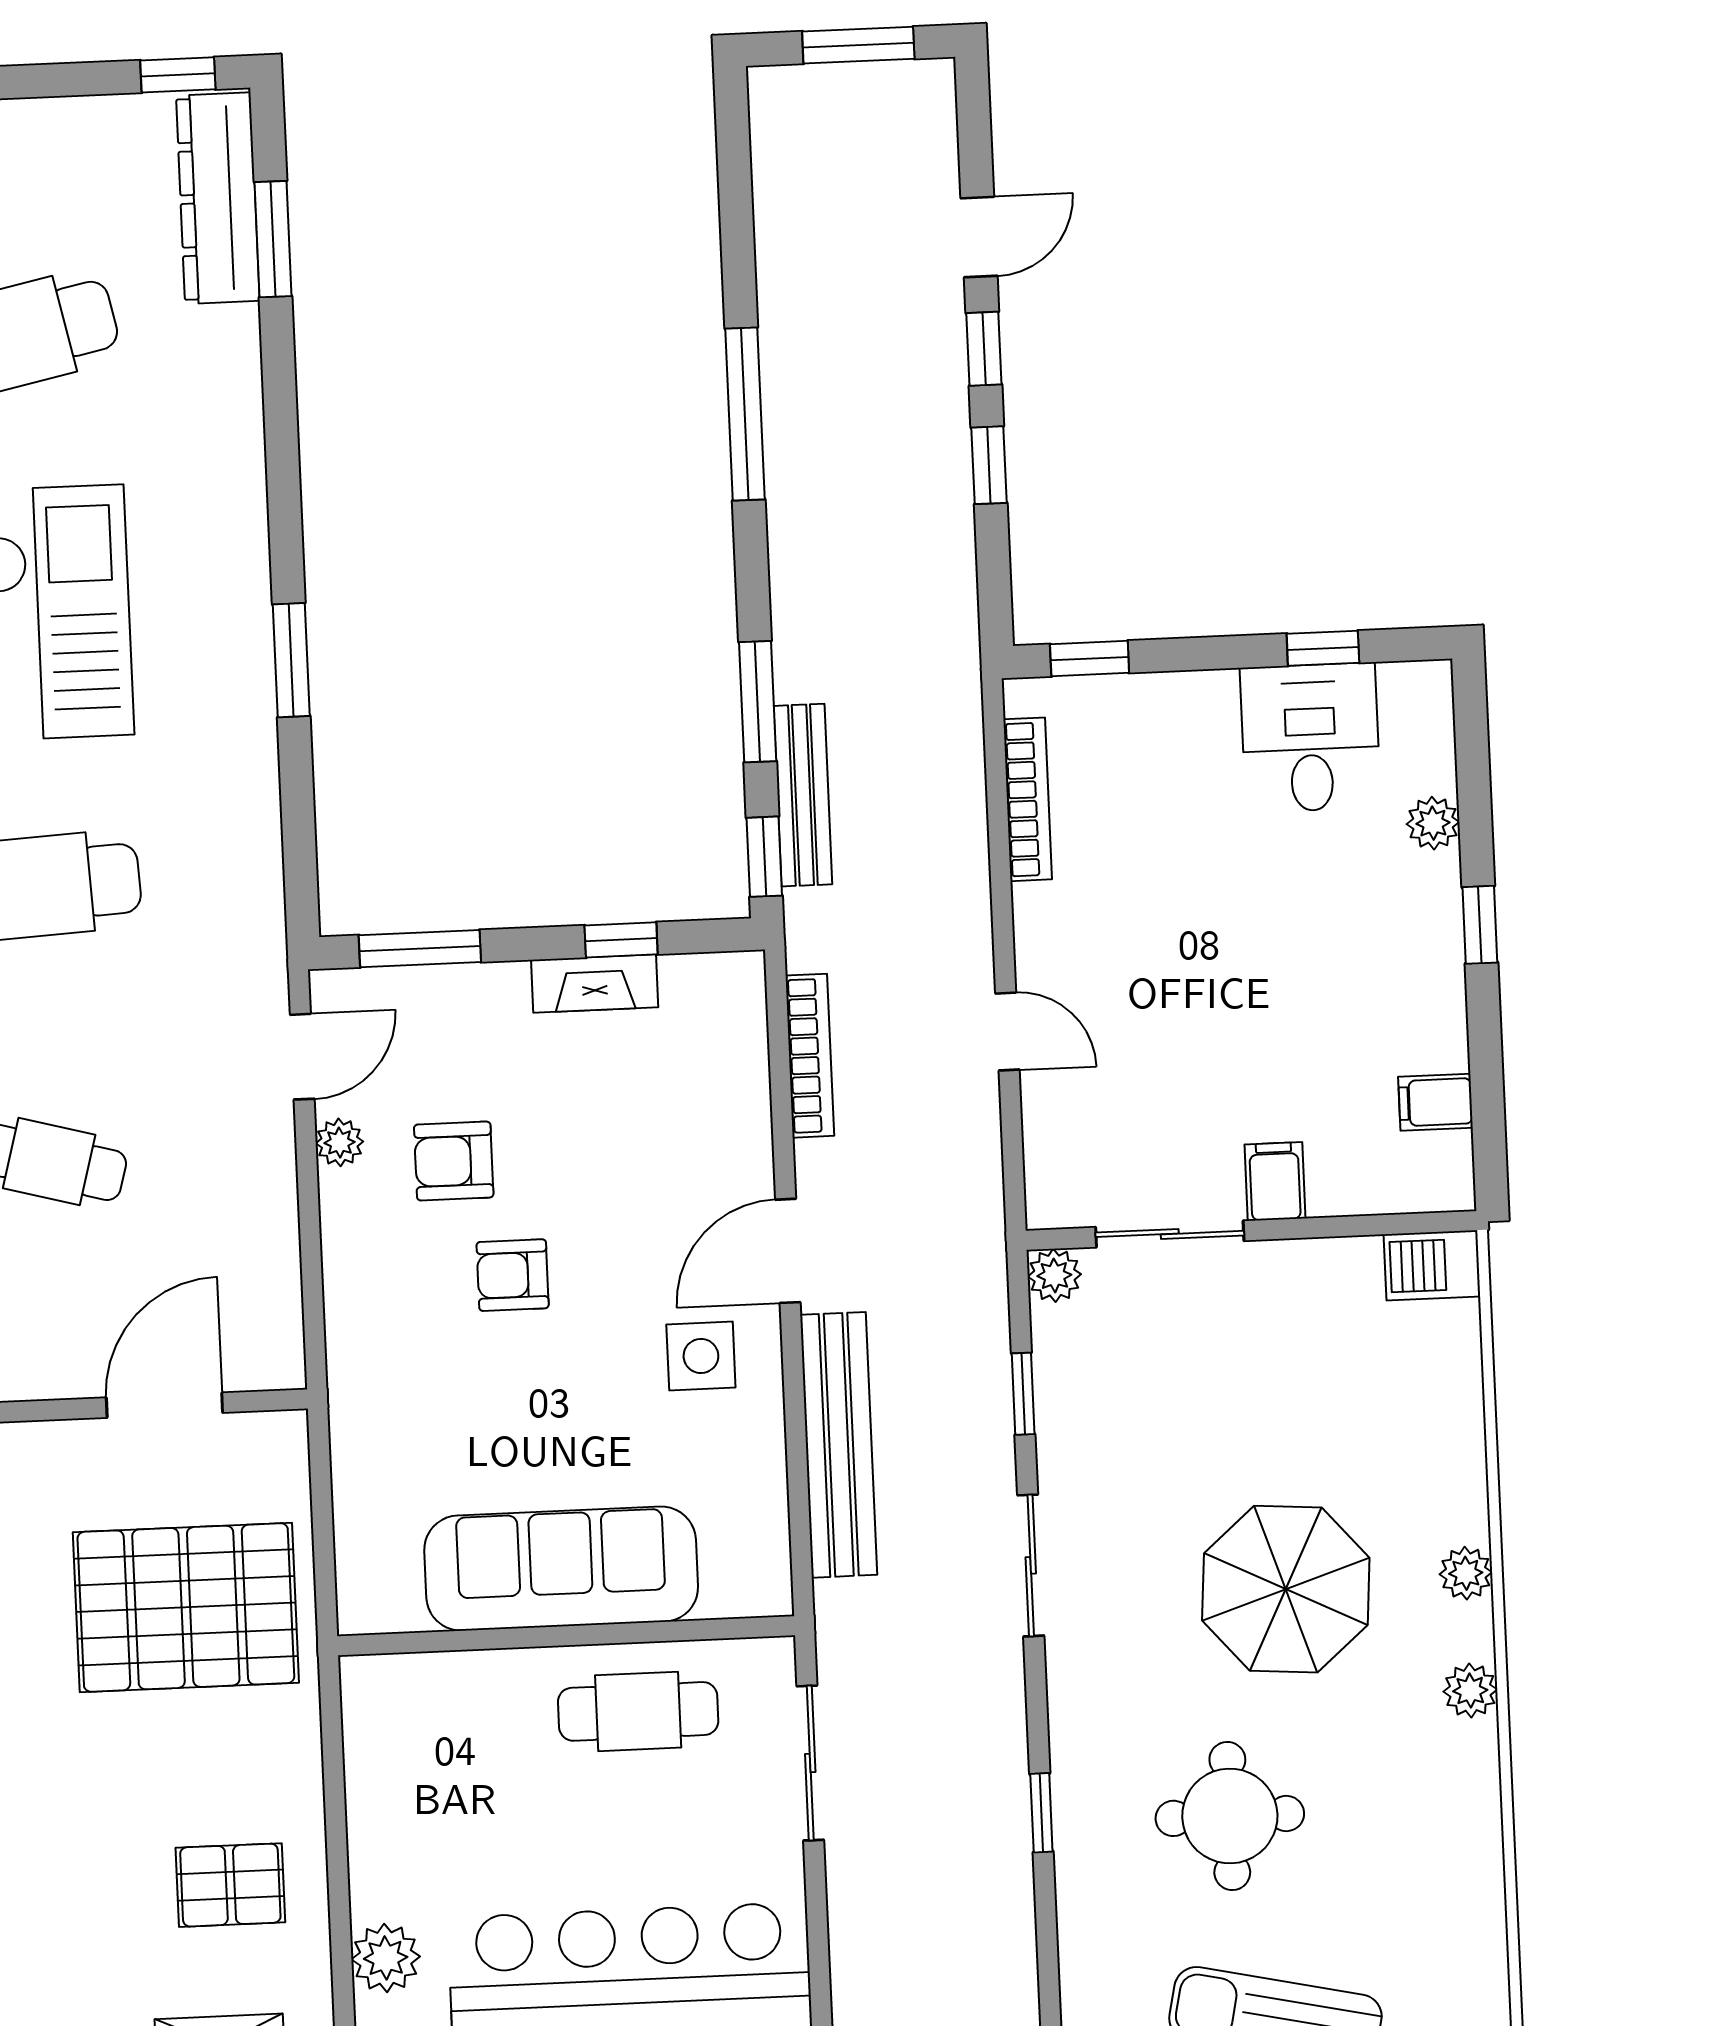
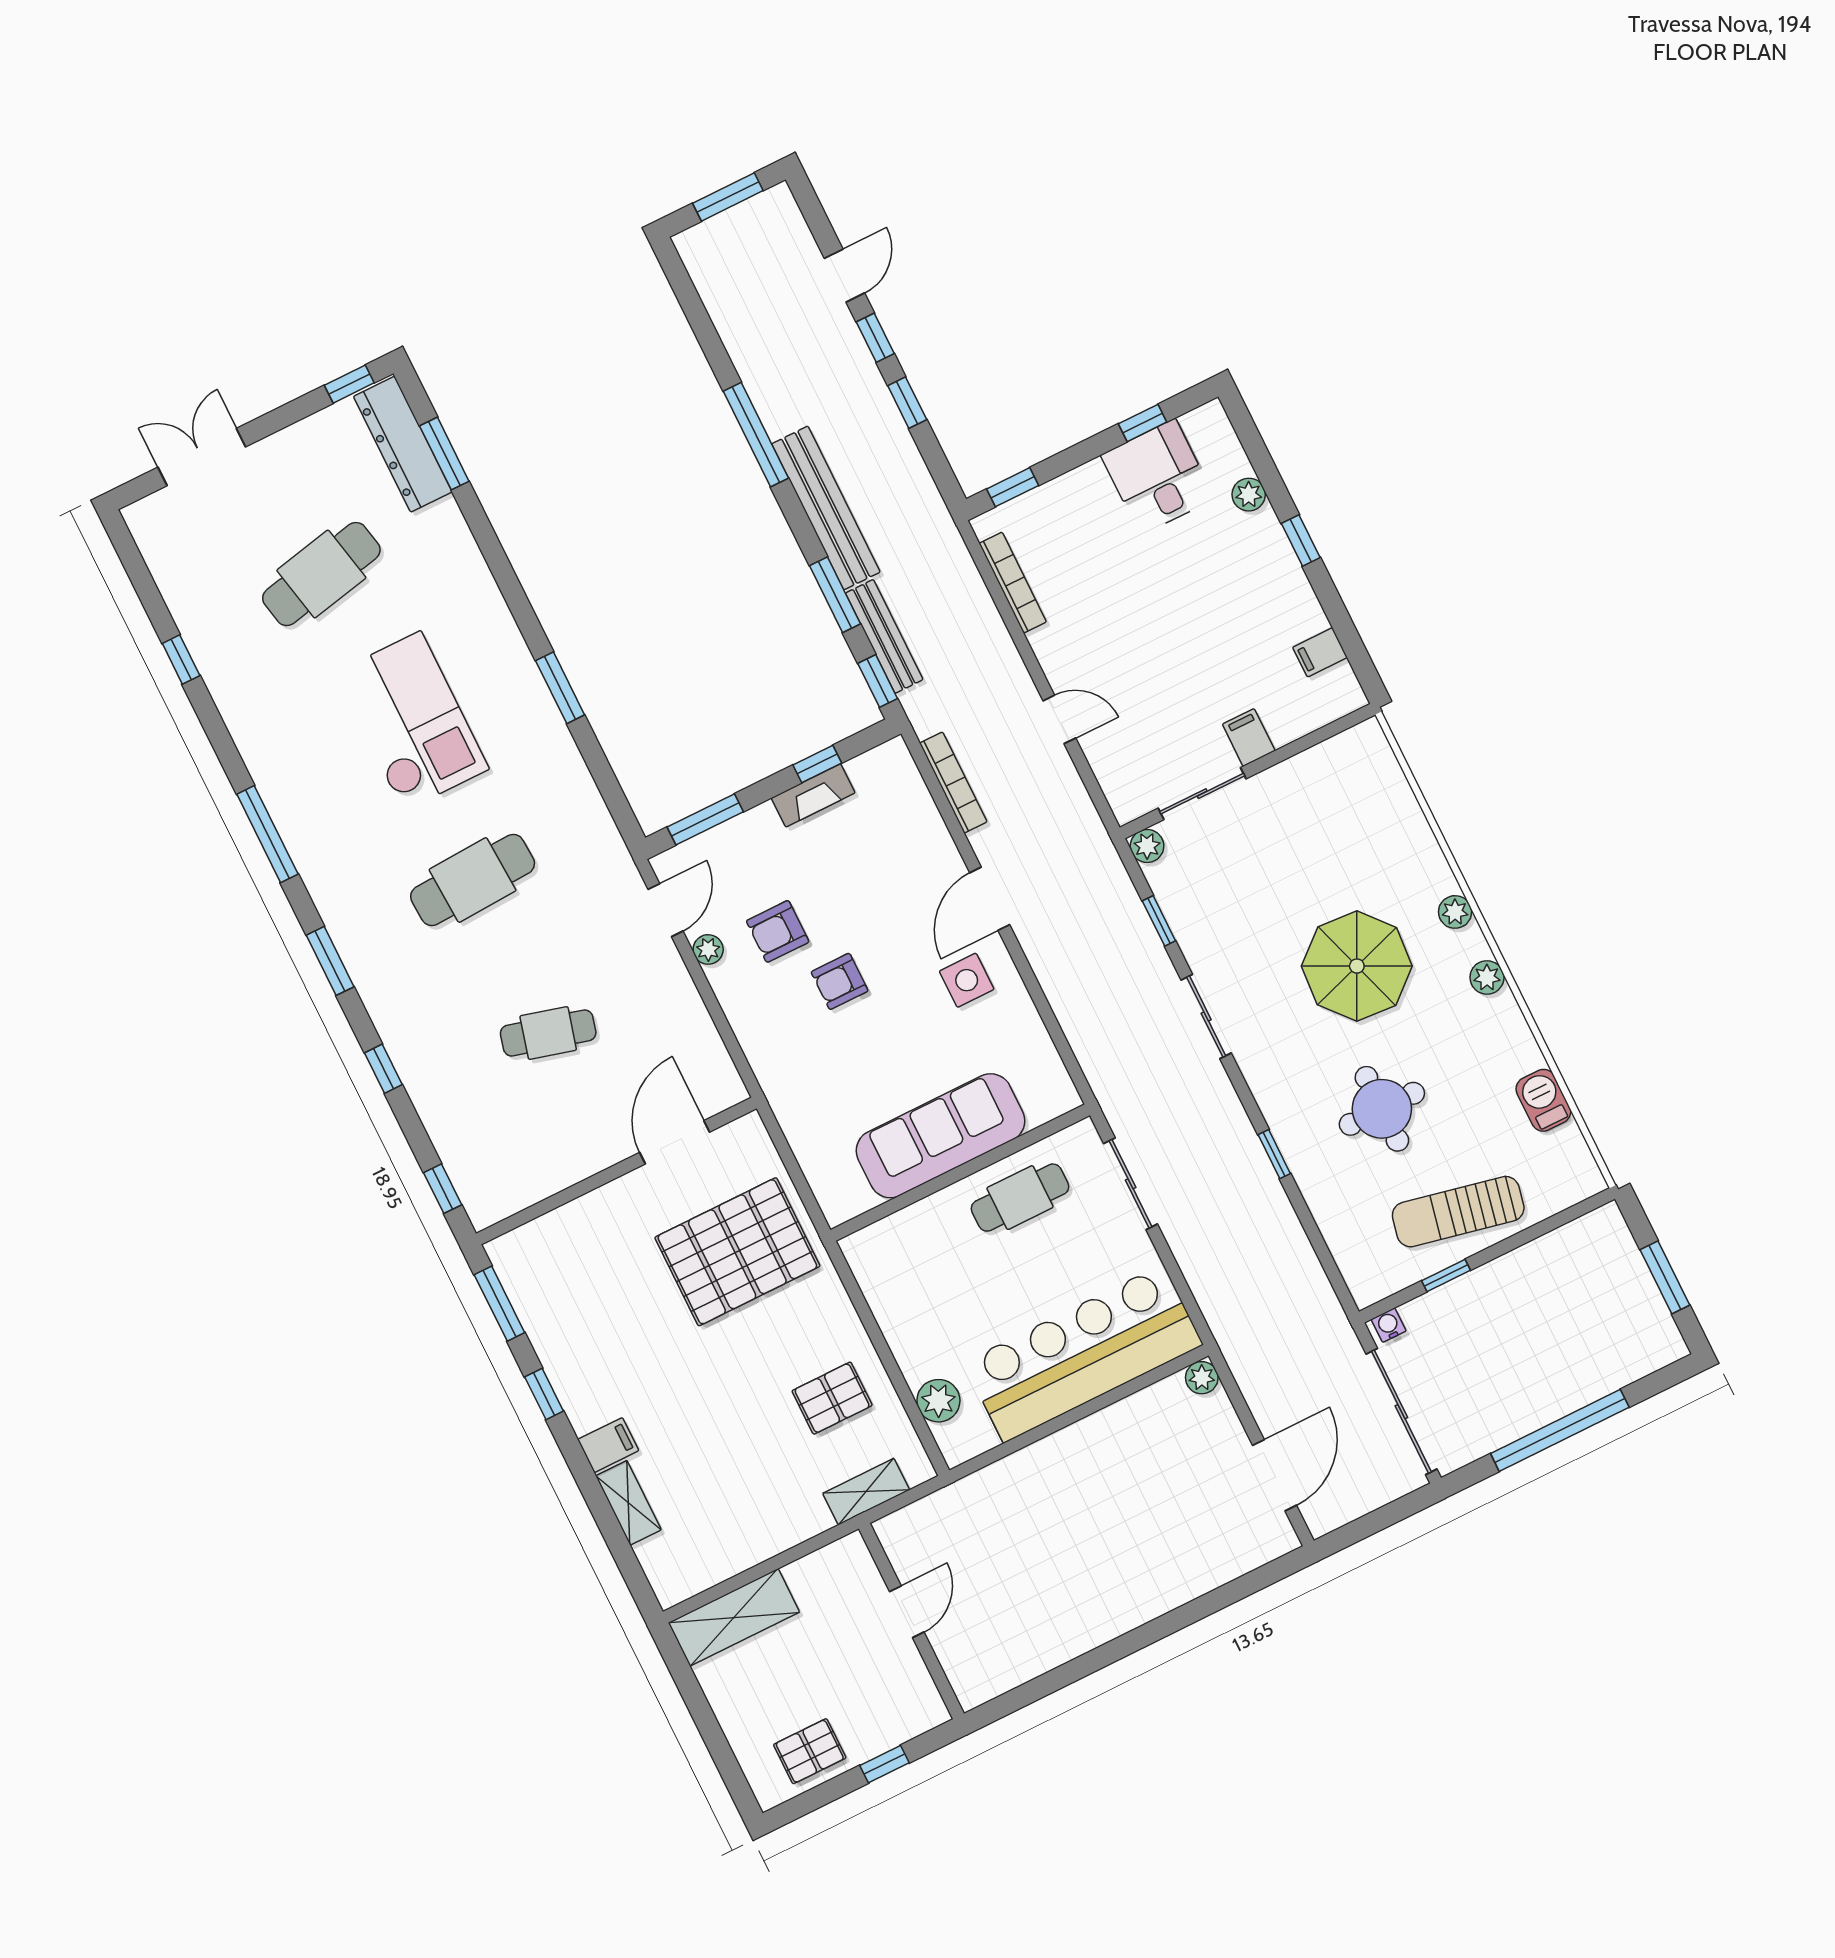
barbecue: (1432, 1265) -> (1543, 1100), moved, turned 90
bench: (839, 1445) -> (826, 508), moved

